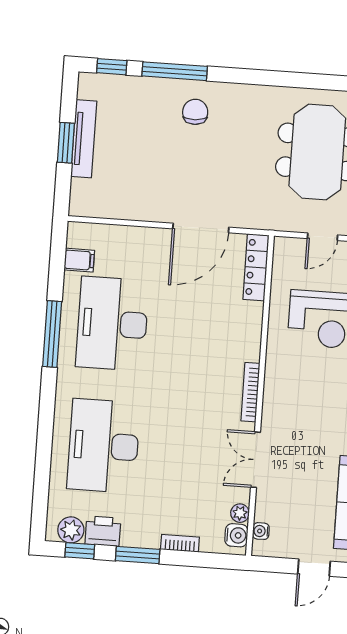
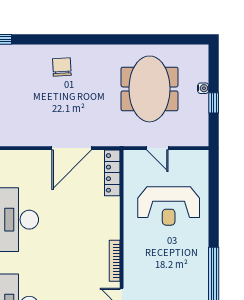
window: (175, 71) -> (45, 39), removed
door: (323, 237) -> (157, 148), hinge flipped

